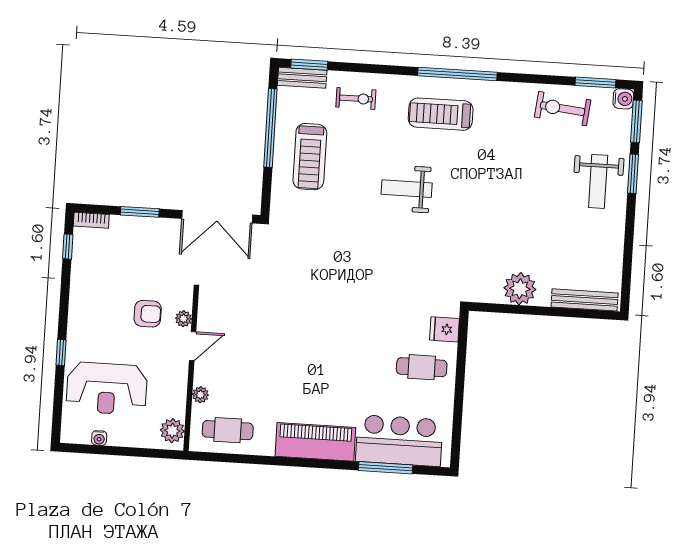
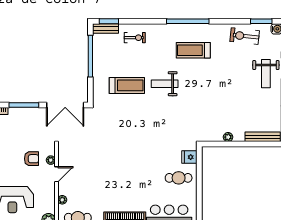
treadmill: (441, 114) -> (193, 50), moved
treadmill: (310, 157) -> (127, 85), moved, turned -90
window: (140, 212) -> (24, 105), width x1.44
plant: (520, 289) -> (228, 137), width x0.53, depth x0.53

